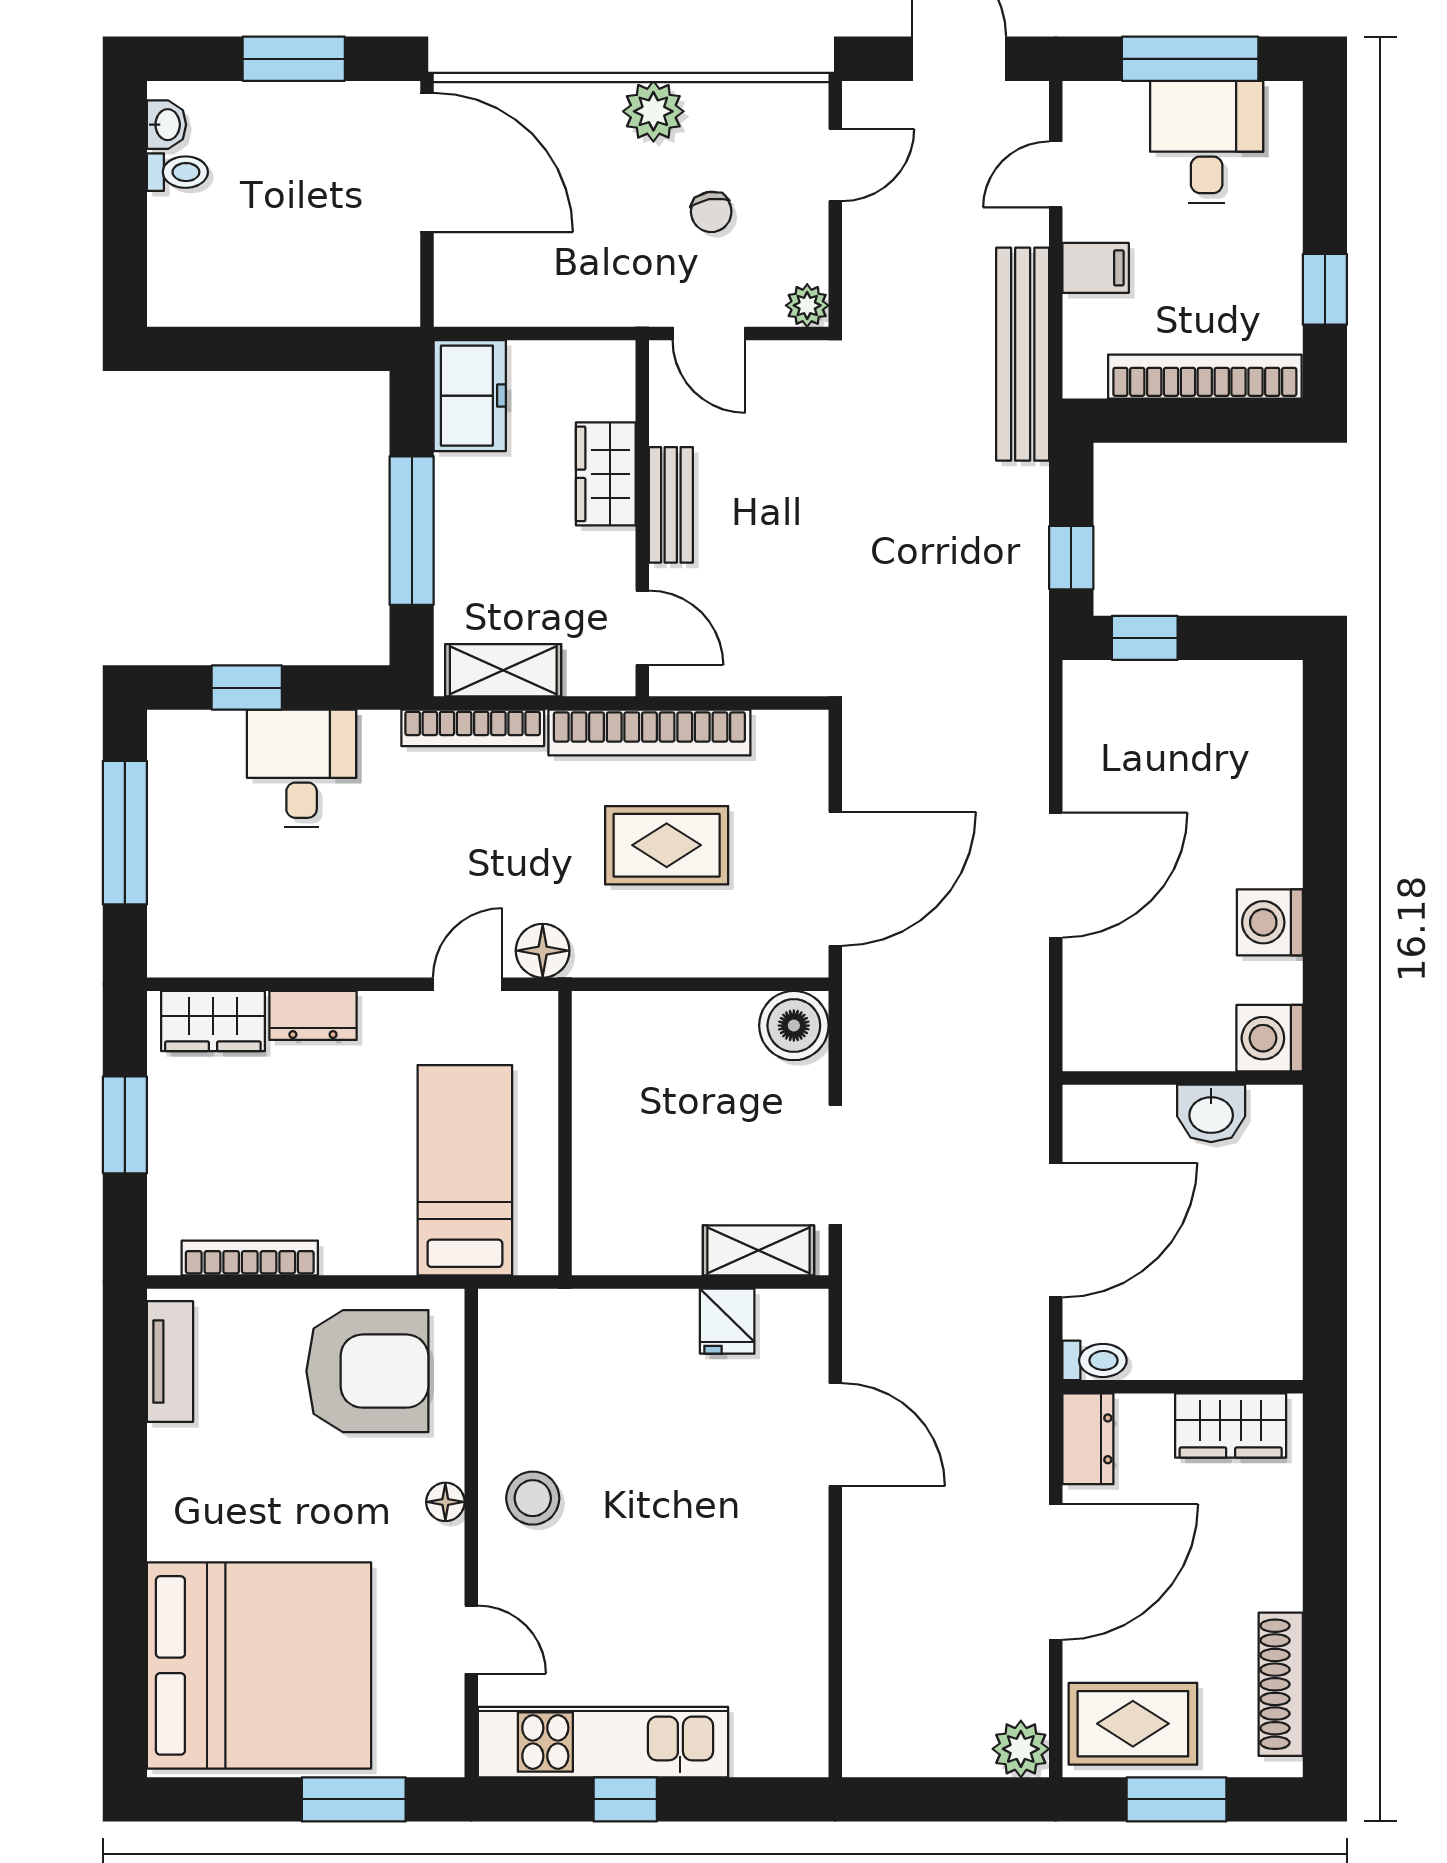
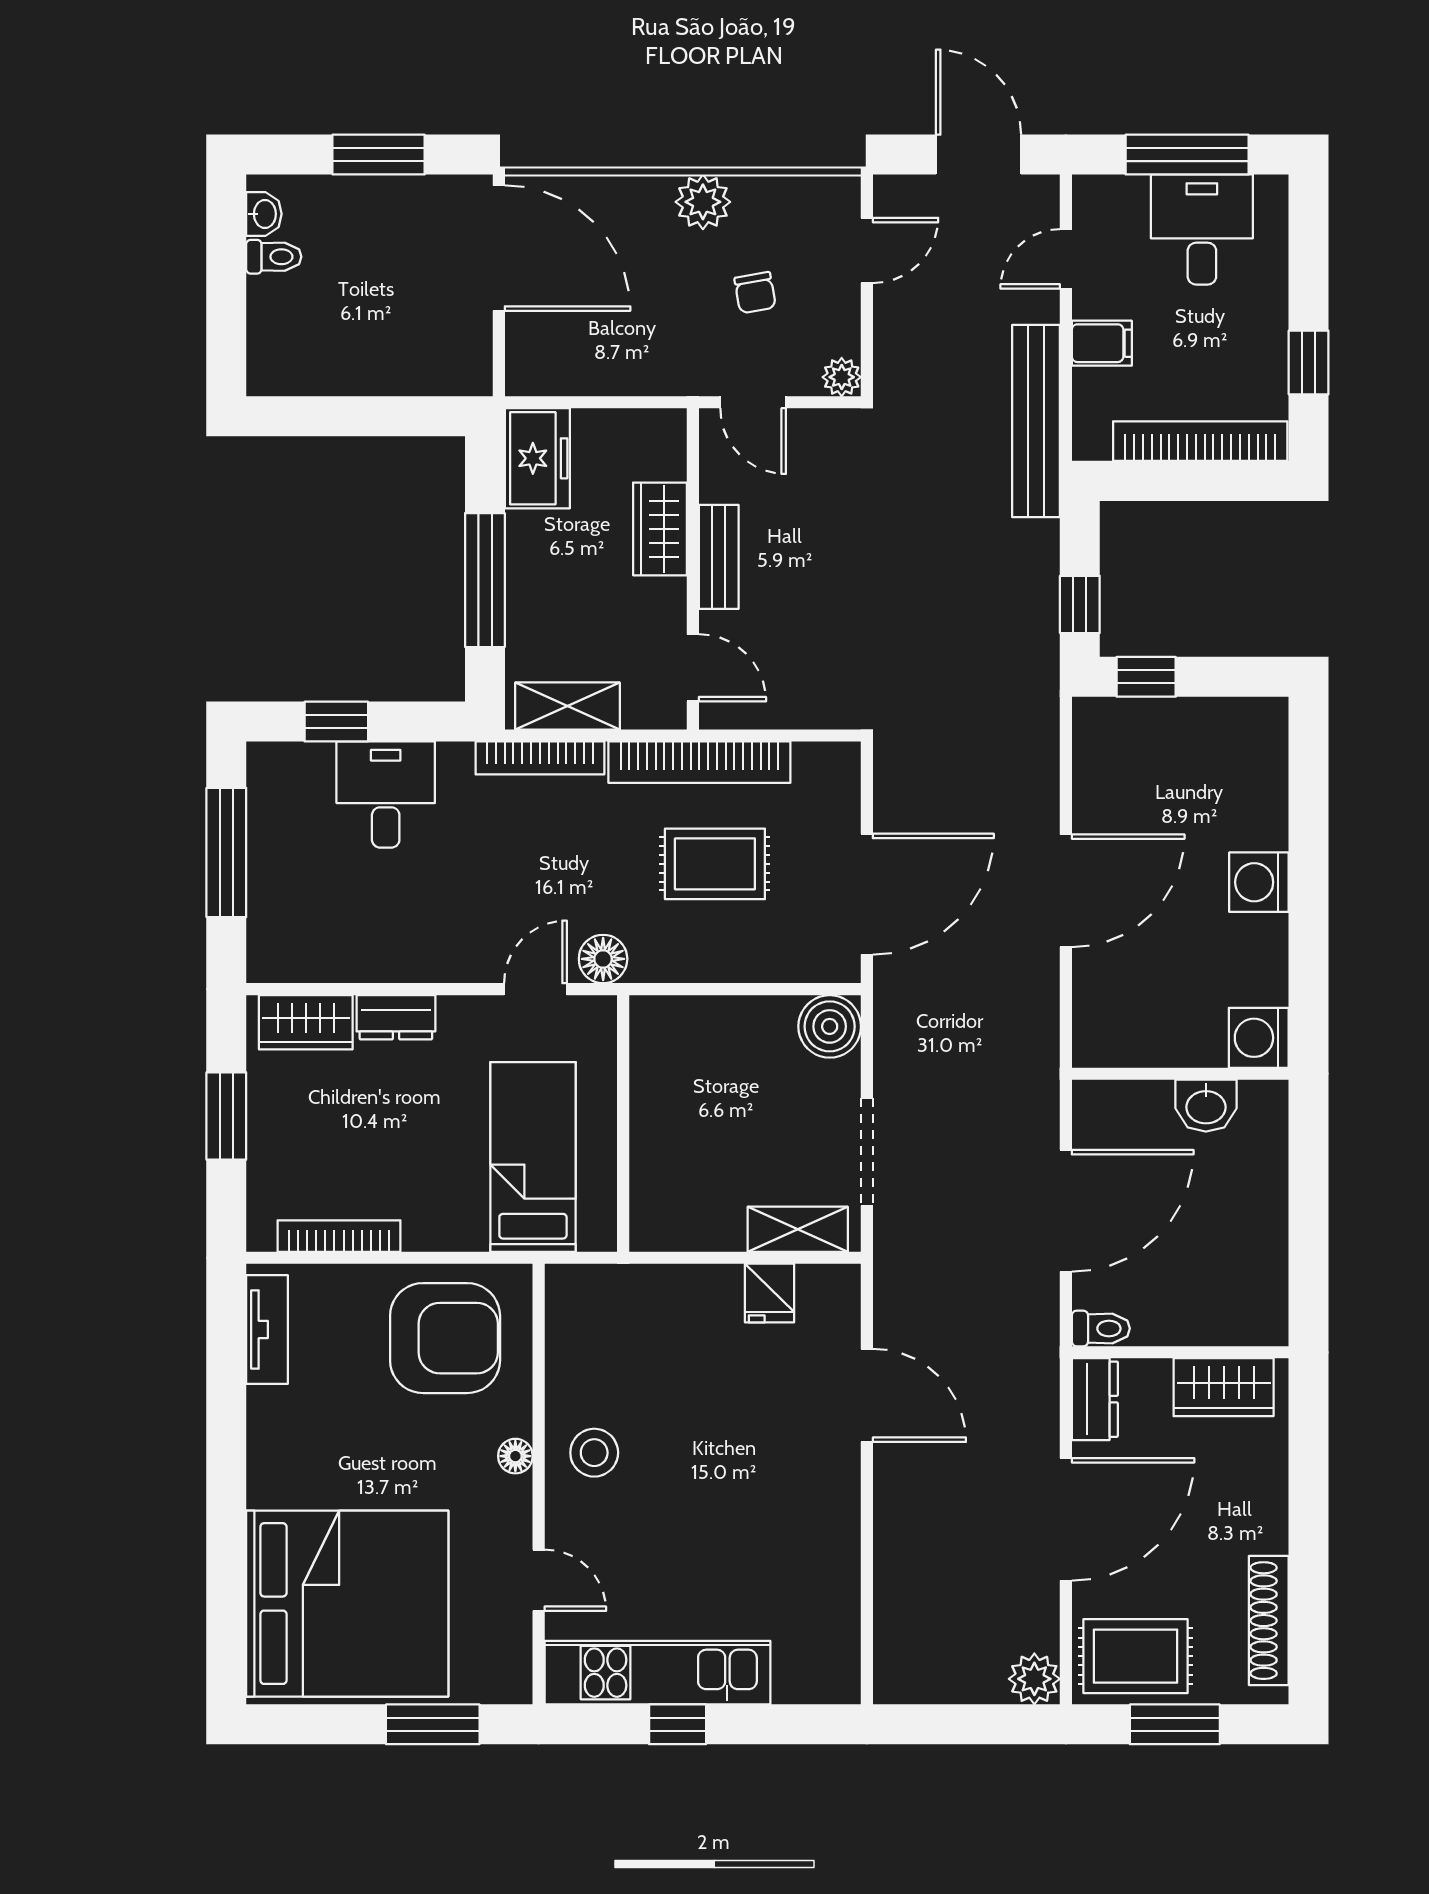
washing machine: (1270, 922) -> (1259, 882), moved

